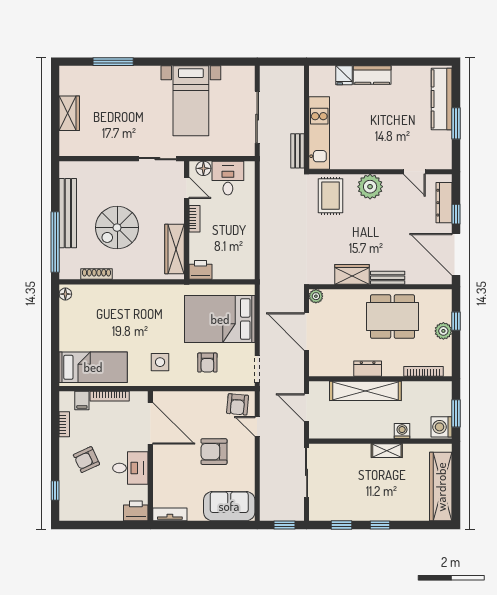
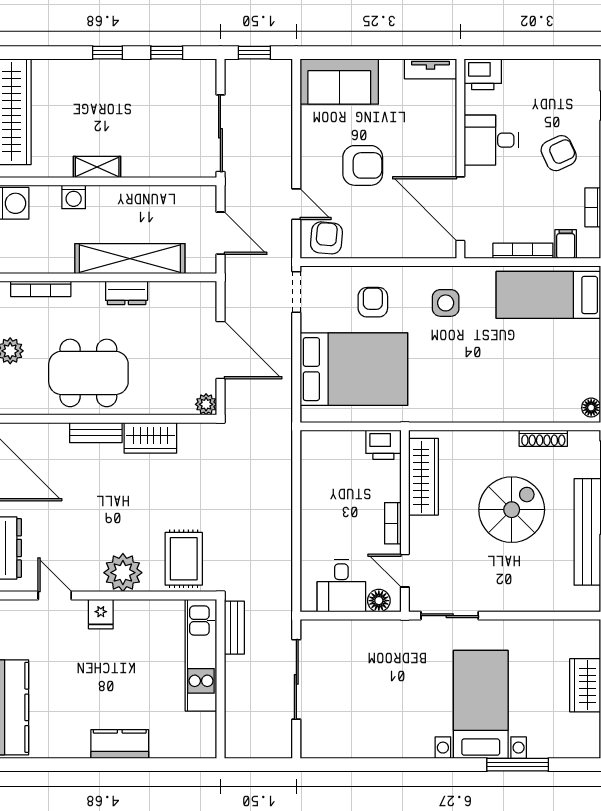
fridge: (344, 75) -> (101, 614), moved, turned 180
bed with nightstands: (191, 101) -> (481, 704), moved

